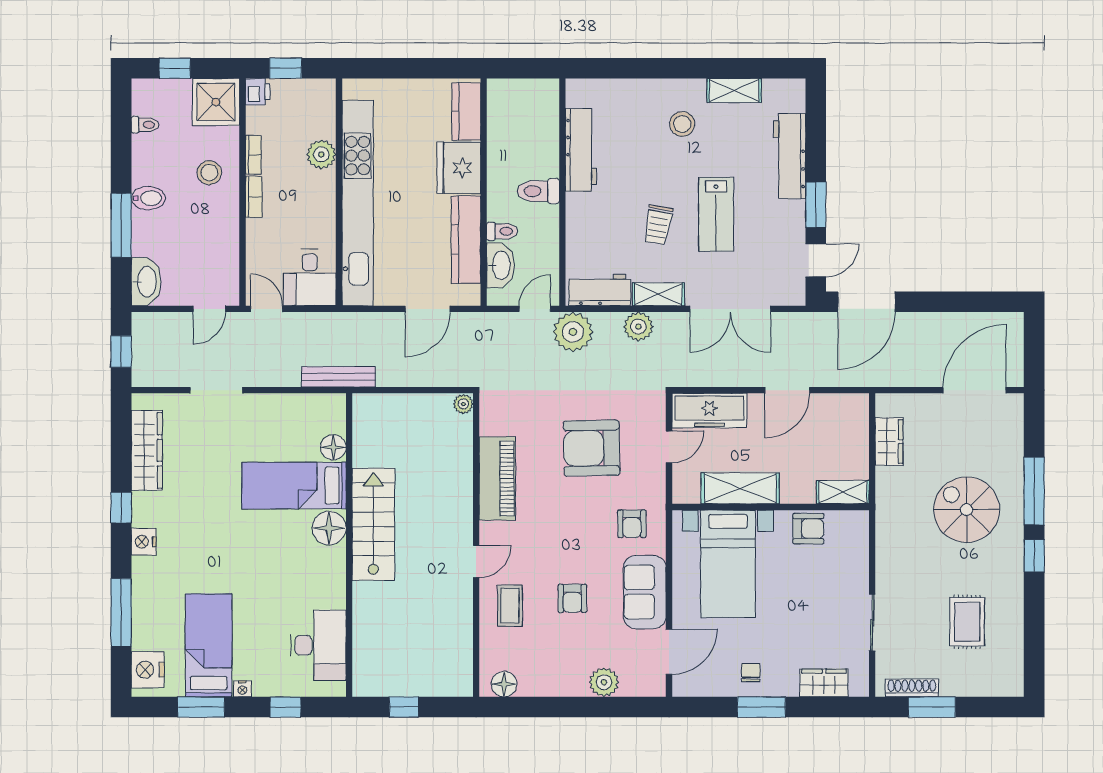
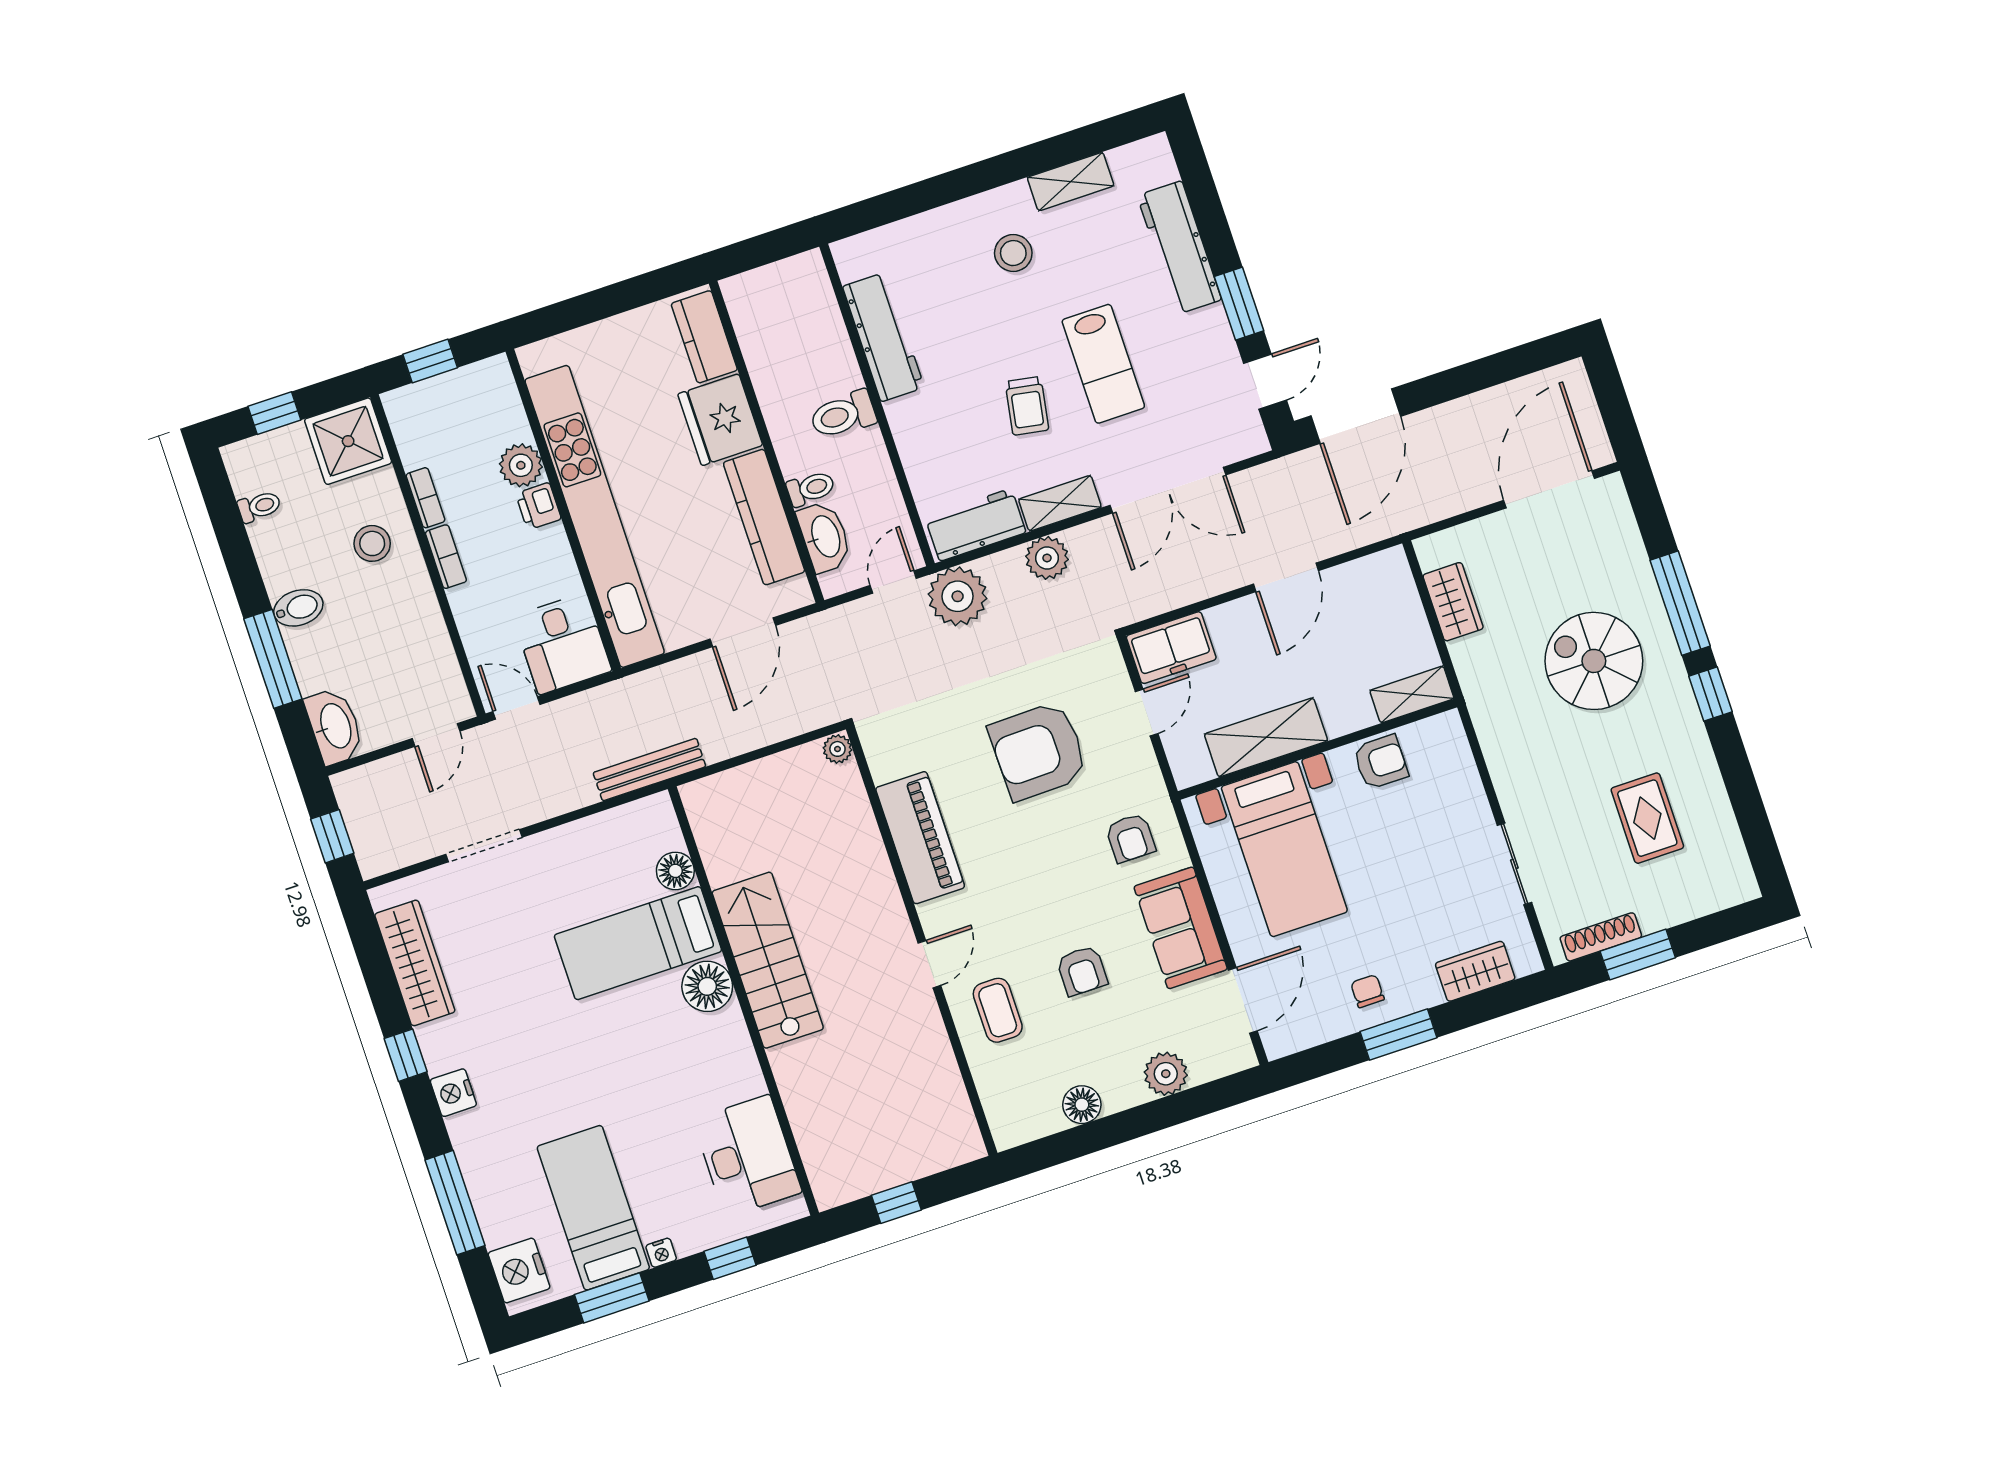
printer: (258, 92) -> (538, 506), moved, turned 180
freezer: (709, 411) -> (1171, 648), width x0.71
floor lamp: (504, 684) -> (1082, 1105), moved

